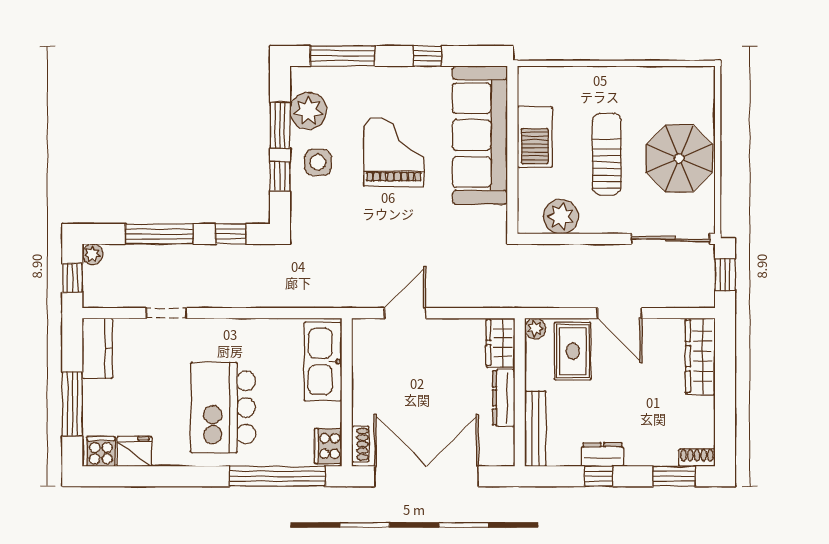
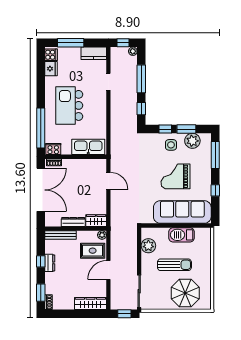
grand piano: (394, 152) -> (175, 176), turned 180
parasol: (679, 158) -> (185, 293), moved
kitchen island: (223, 407) -> (69, 105), turned -90

